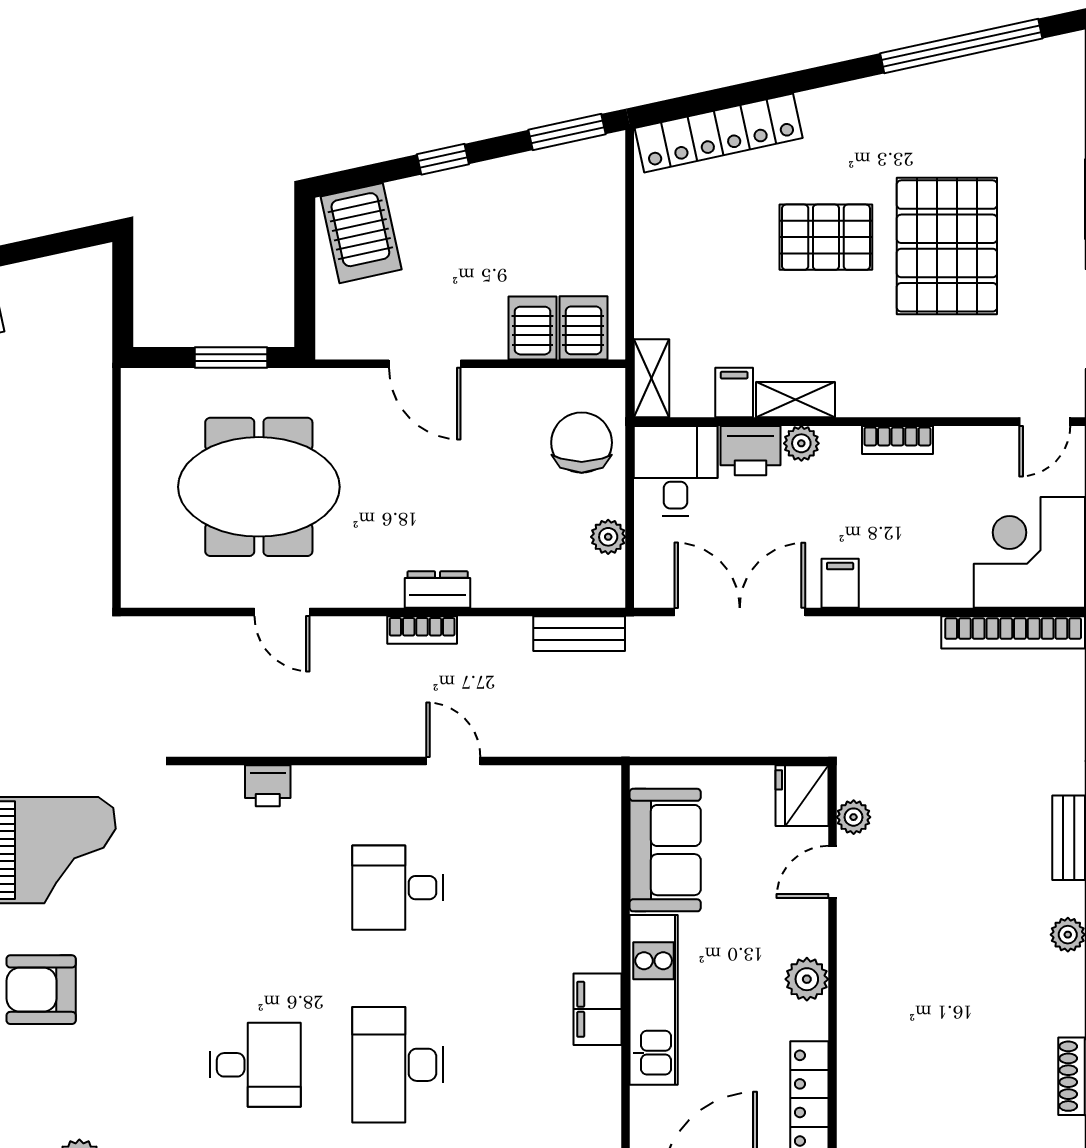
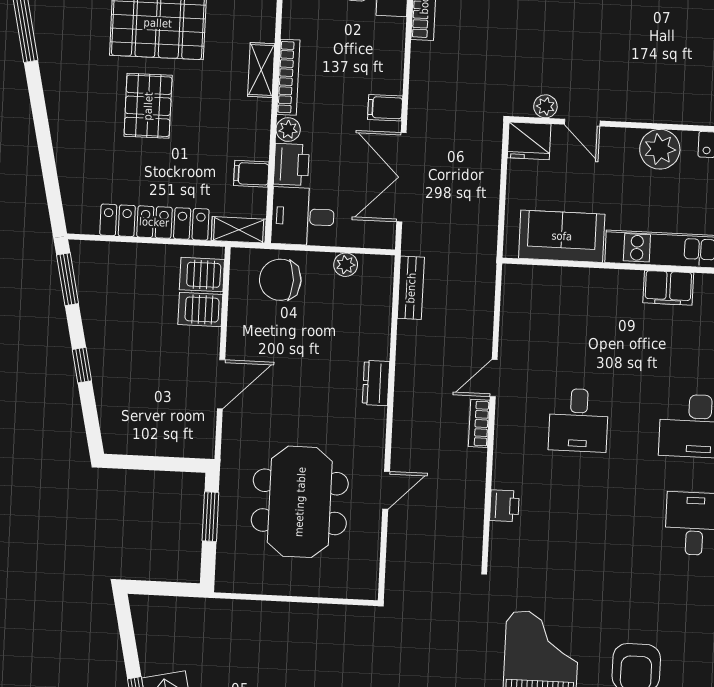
locker: (719, 133) -> (154, 222), moved, turned -78
server rack: (361, 233) -> (130, 423), removed
shelving: (796, 400) -> (261, 70), moved
bookcase: (897, 440) -> (288, 77), width x1.56
bookcase: (422, 630) -> (479, 423), moved, turned 180
plant: (807, 979) -> (660, 149), width x1.36, depth x1.36

